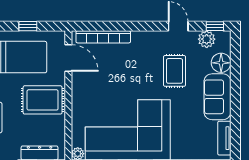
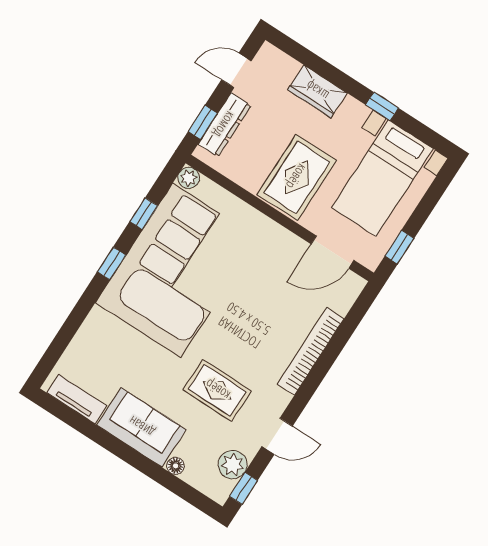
window: (28, 26) -> (399, 247), moved
bookcase: (103, 37) -> (311, 351), moved
floor lamp: (221, 63) -> (175, 466), width x0.53, depth x0.53

